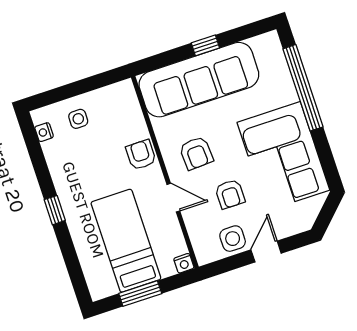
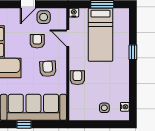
armchair: (141, 155) -> (77, 78), turned 180
door: (173, 198) -> (68, 38), moved
window: (55, 210) -> (133, 52), moved

